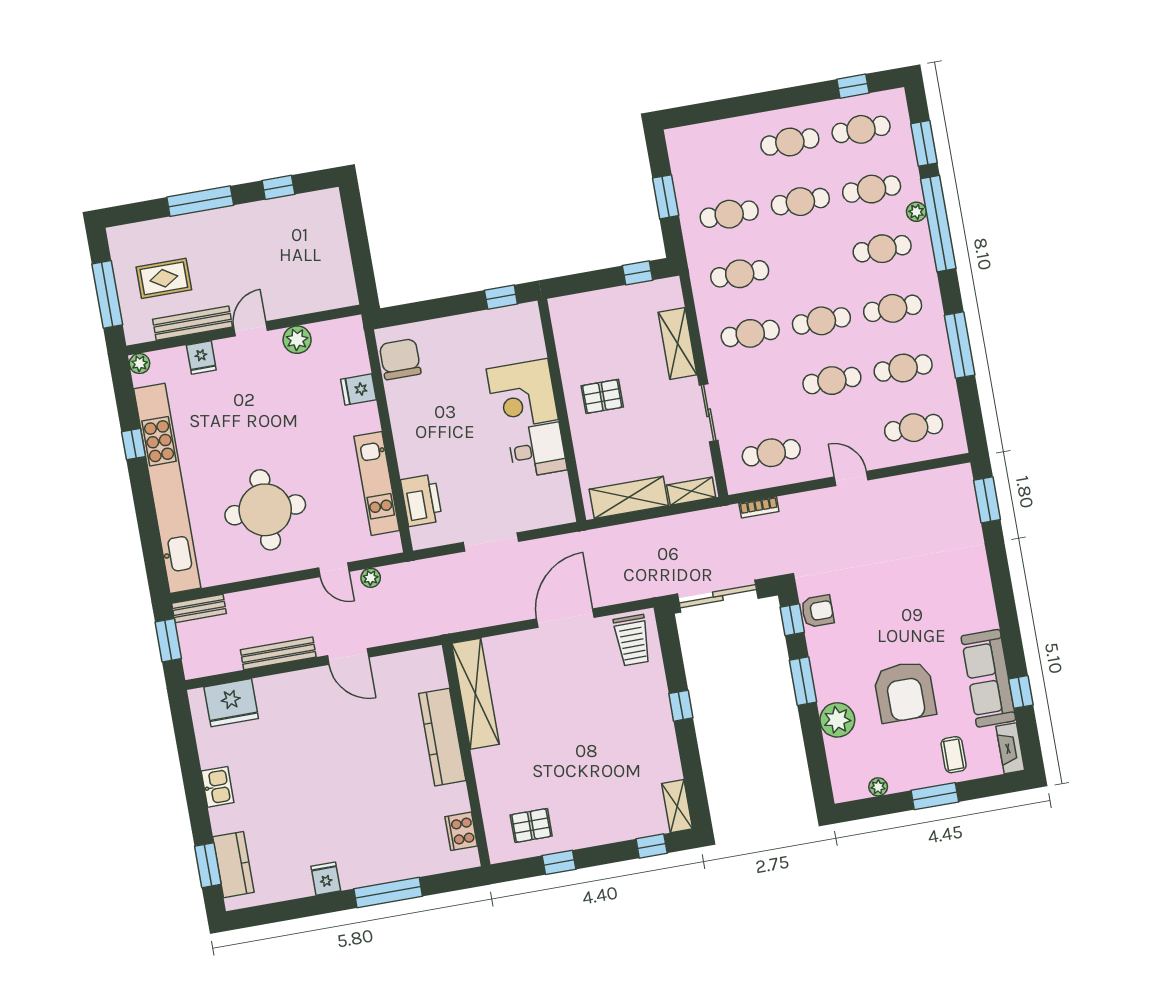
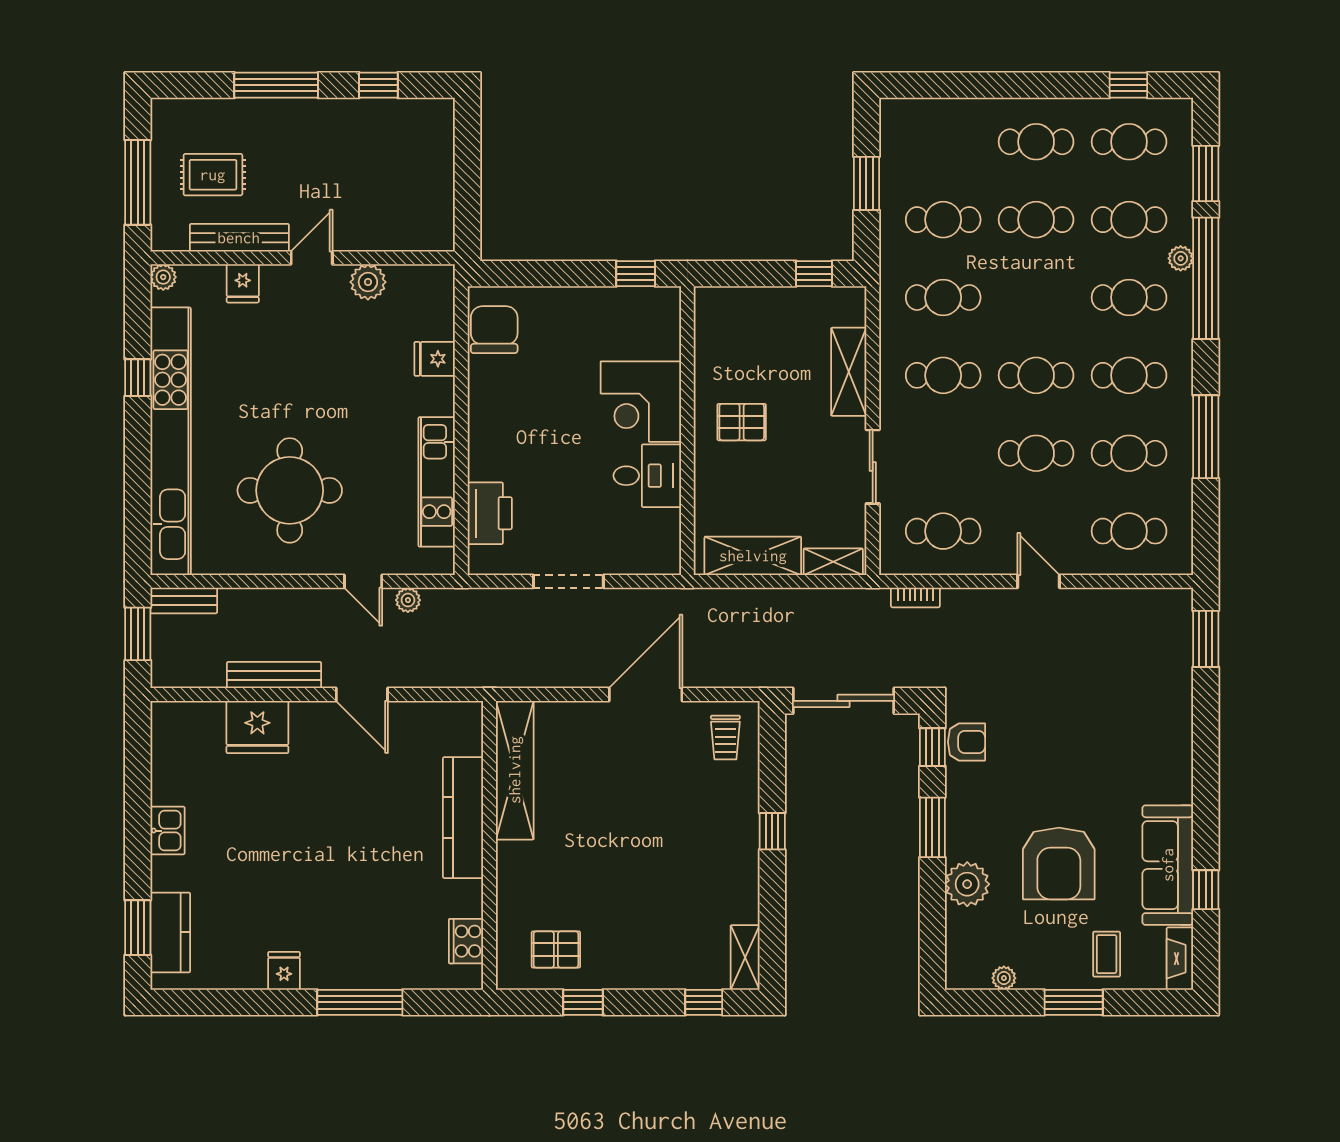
trolley: (632, 640) -> (725, 737), width x0.73, depth x0.72
fridge: (231, 703) -> (257, 727), moved

